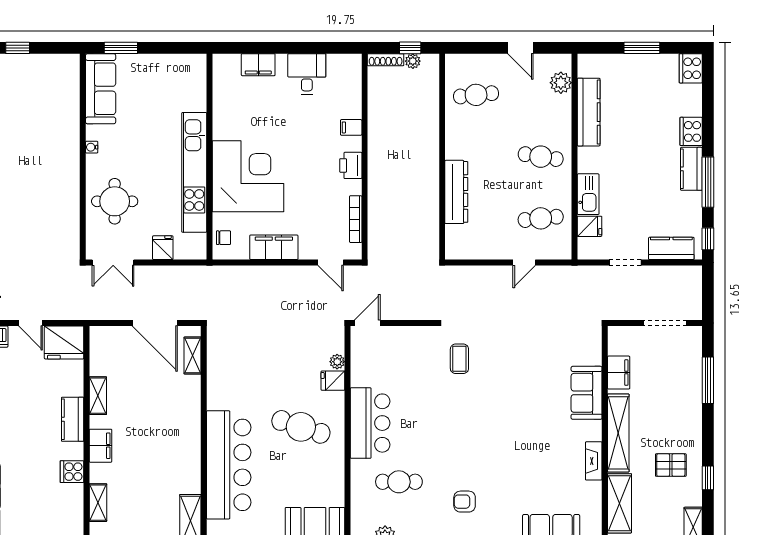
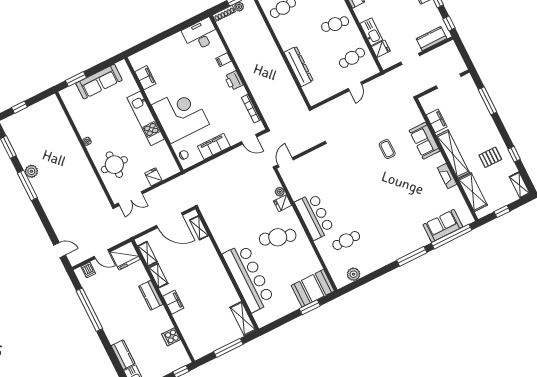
filing cabinet: (258, 65) -> (145, 78), moved, turned -90
desk: (307, 74) -> (201, 35), moved, width x1.37
sofa: (101, 89) -> (99, 82), moved, turned 90
kitchen unit: (194, 172) -> (146, 118), width x0.73
coffee table: (459, 359) -> (387, 149), moved
cooker: (72, 472) -> (171, 337), moved
armchair: (465, 502) -> (388, 233), removed
shelving: (98, 503) -> (147, 254), moved

